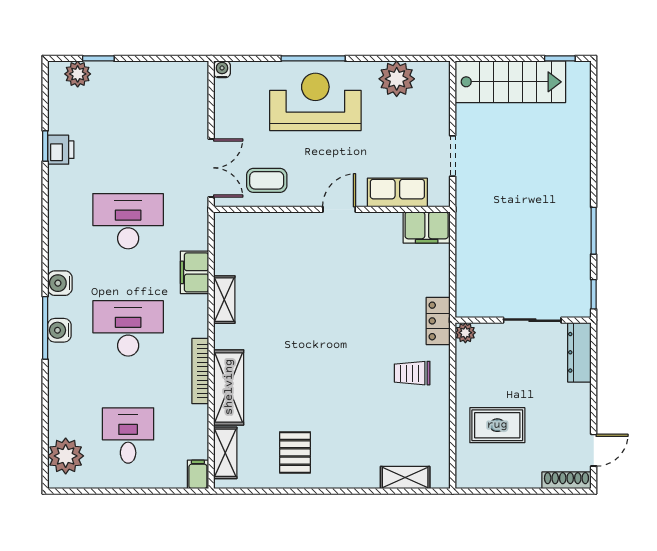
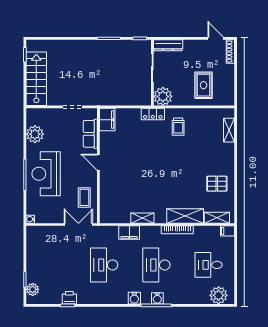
plant: (465, 333) -> (163, 96), width x1.88, depth x1.88

